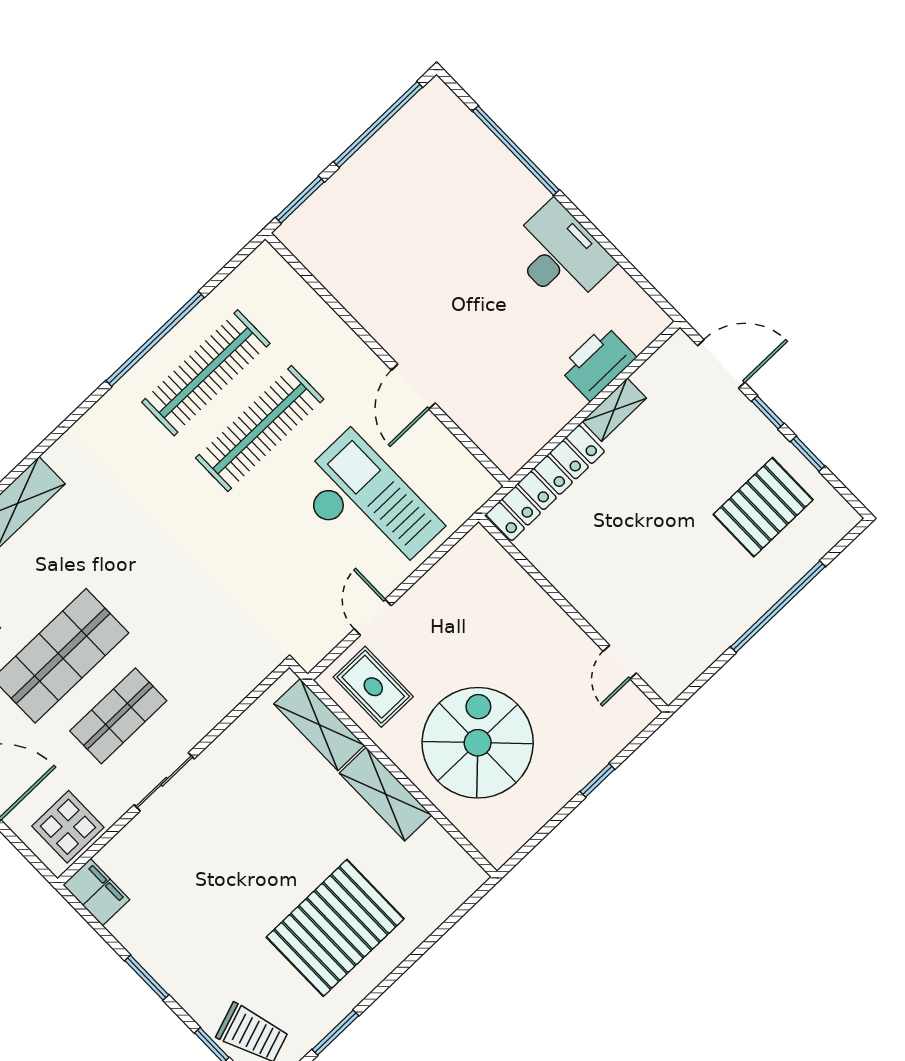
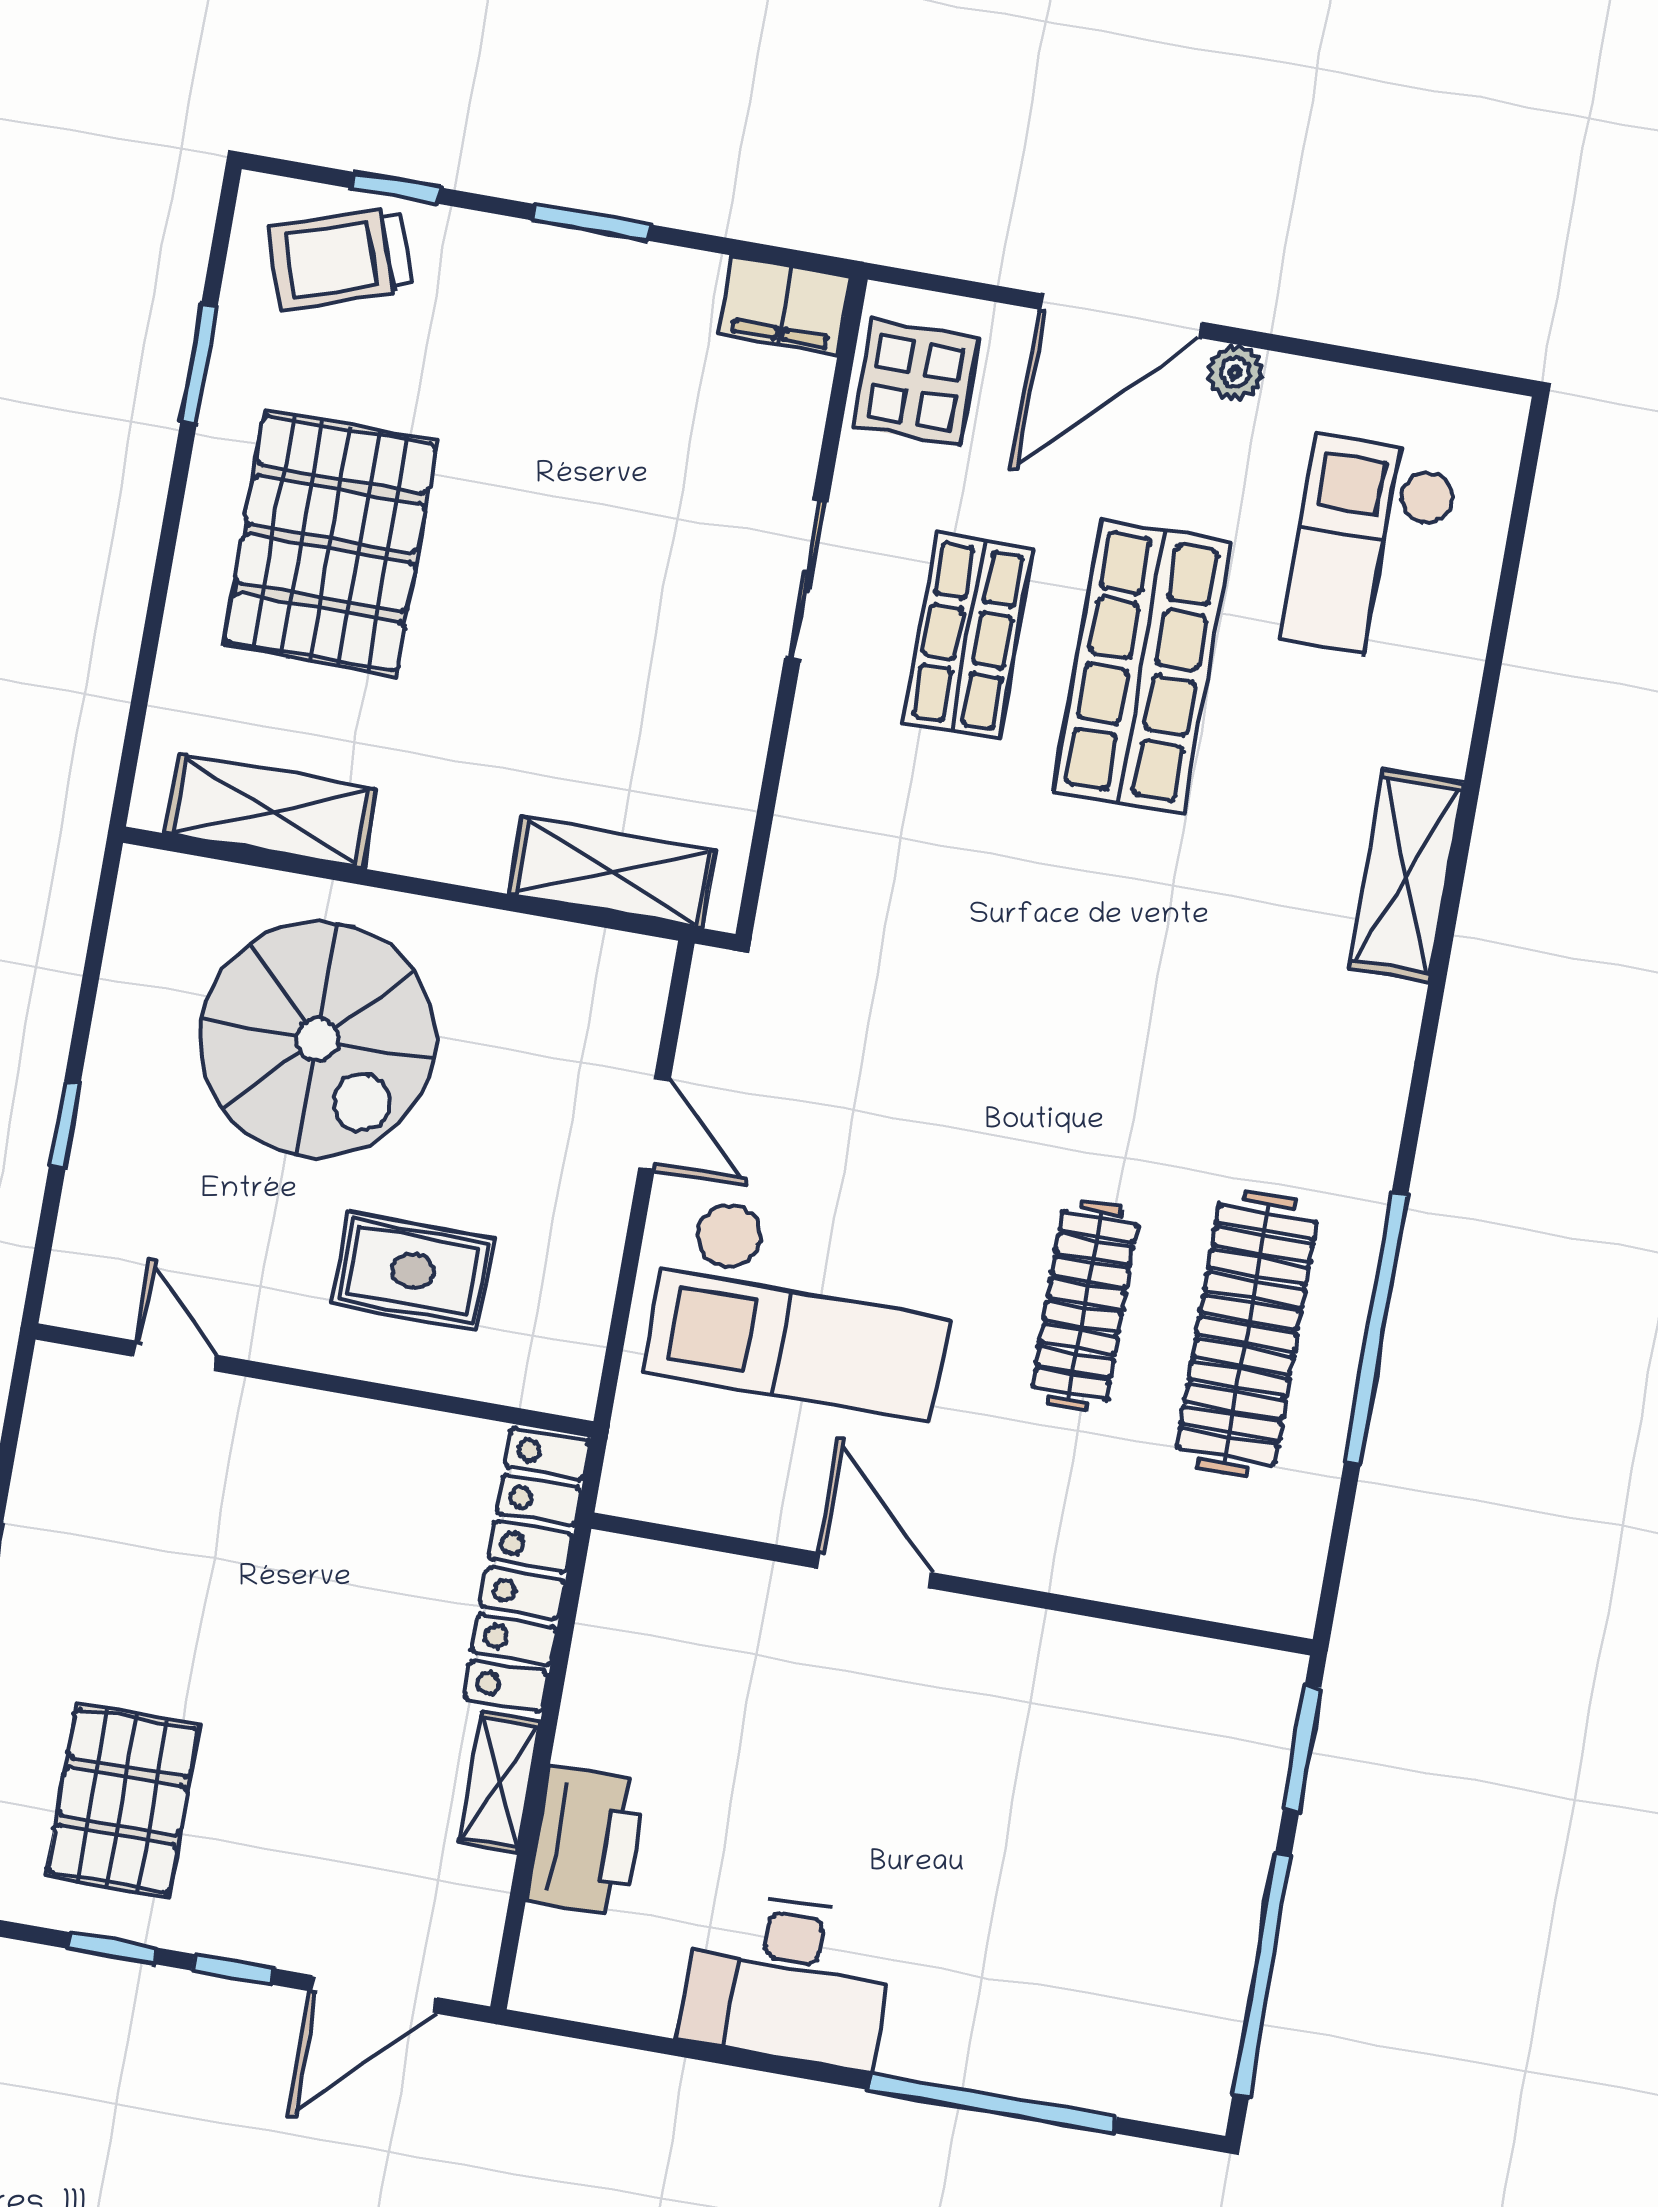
clothes rail: (260, 429) -> (1085, 1306), width x0.73, depth x0.76
rug: (373, 687) -> (413, 1271), moved
shelving: (386, 794) -> (271, 811), moved

